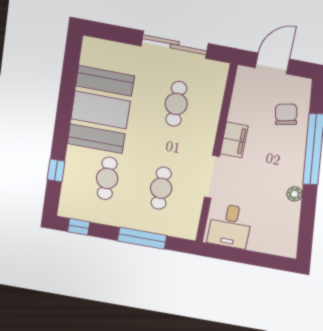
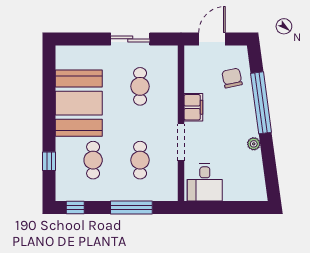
sliding door: (175, 45) -> (130, 39), width x0.73

